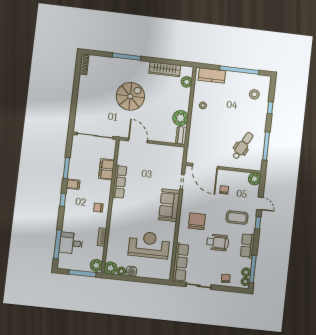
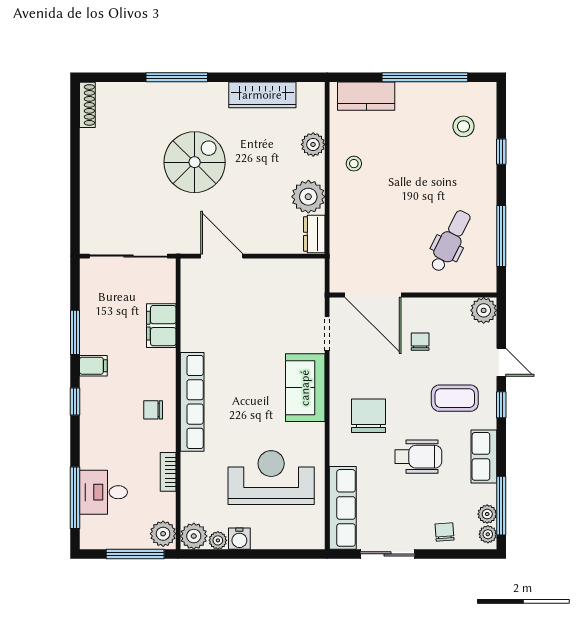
plant: (187, 82) -> (313, 144), moved
row of seats: (120, 182) -> (192, 402), moved, width x1.36

